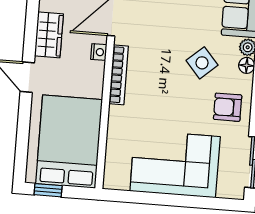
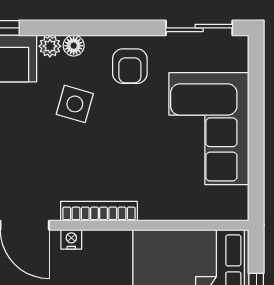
side table: (202, 63) -> (75, 104), turned -33

